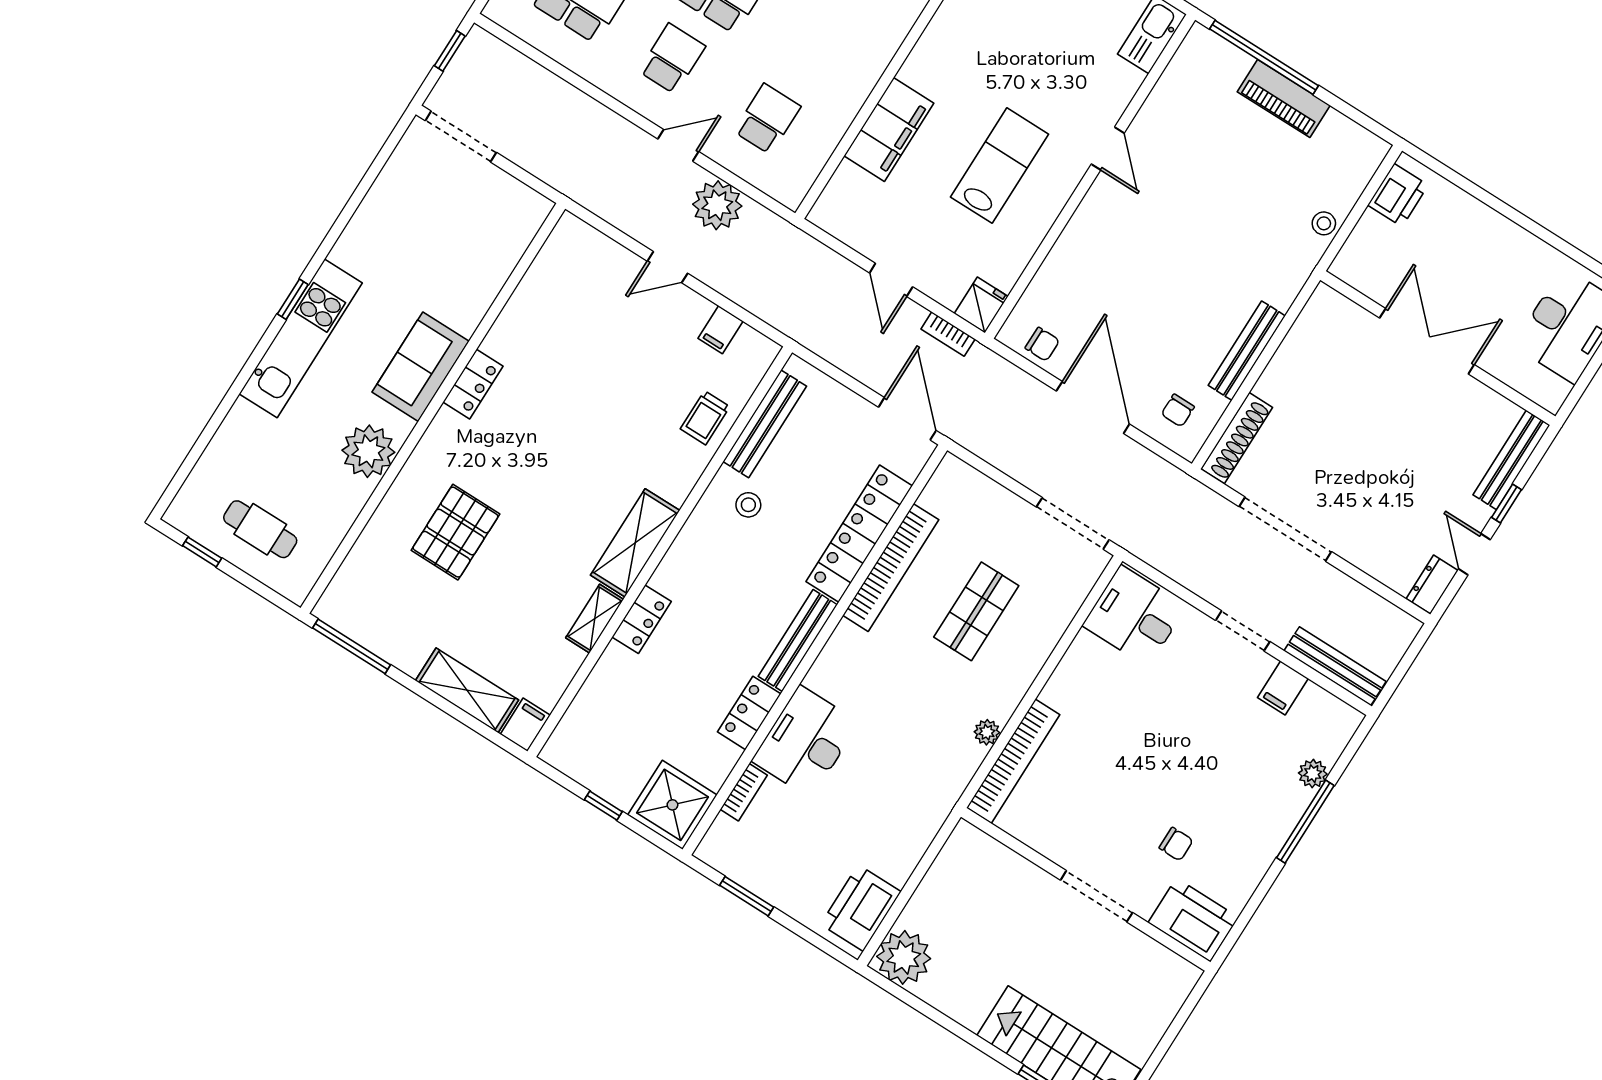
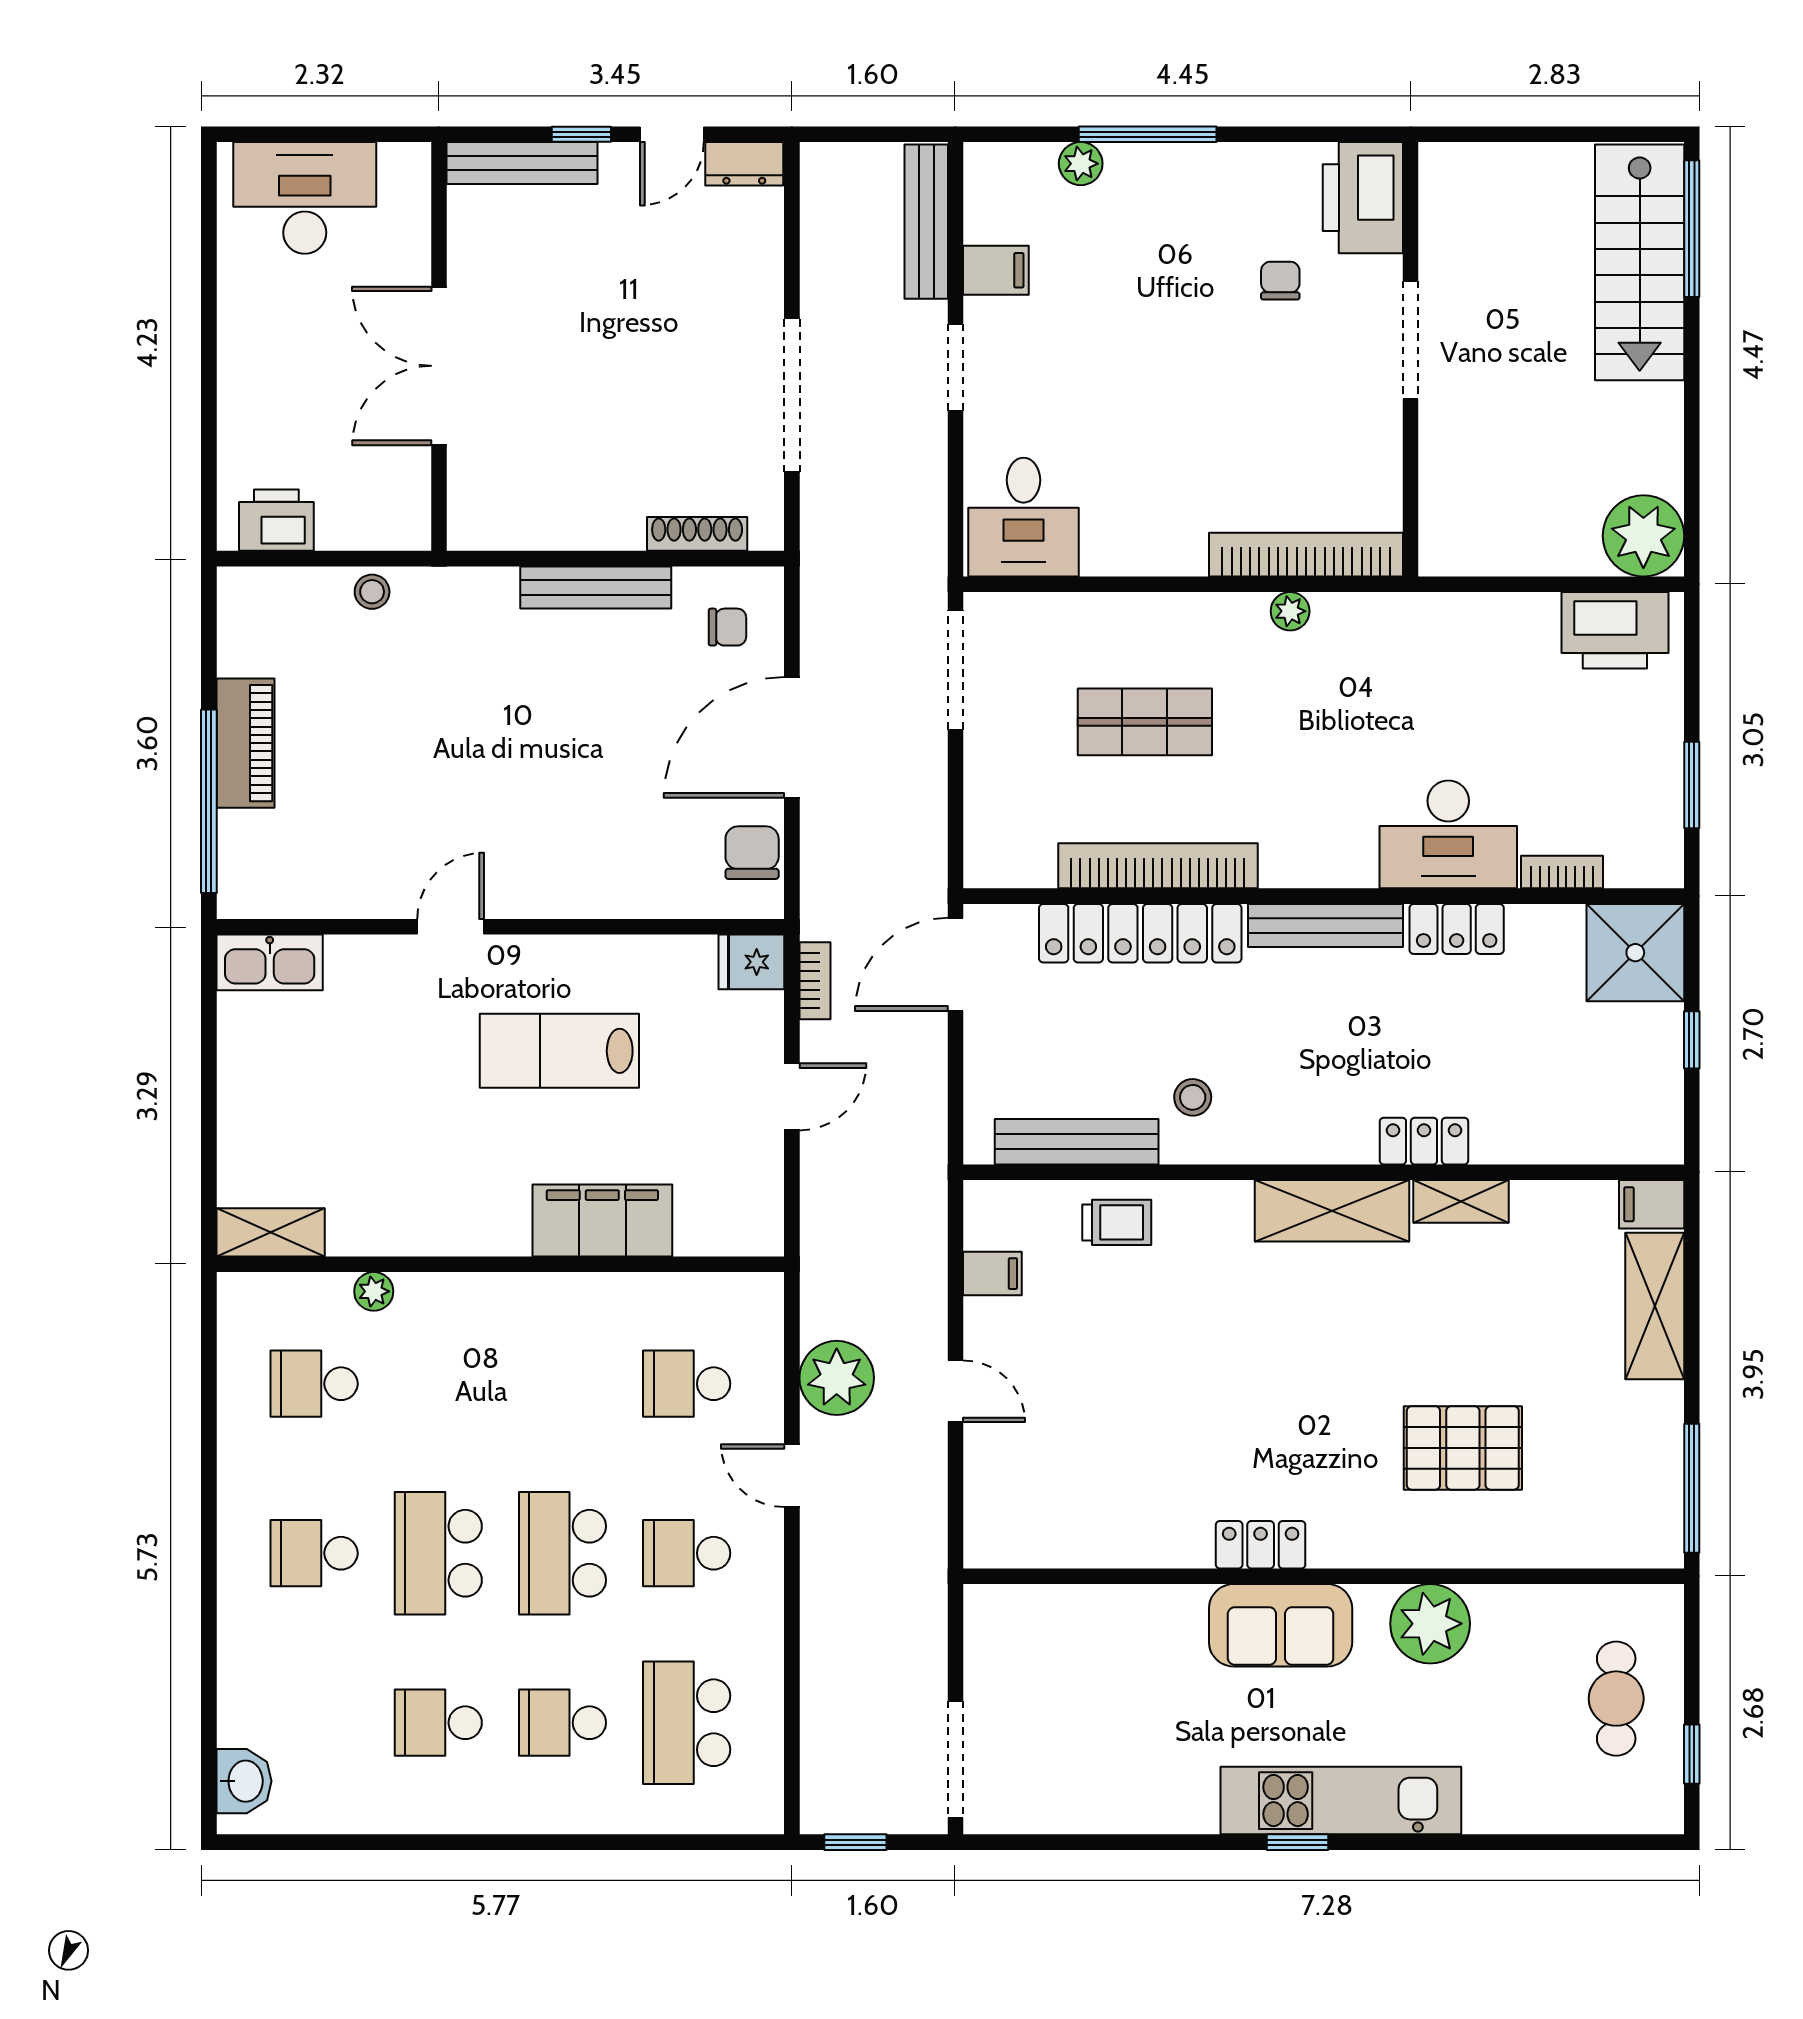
chair: (1042, 344) -> (752, 853), width x1.37, depth x1.37
shoe rack: (1237, 438) -> (697, 534), width x0.74, depth x0.81

